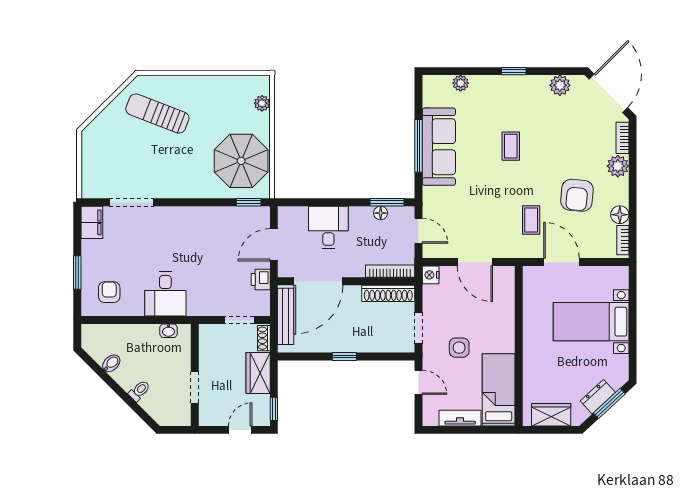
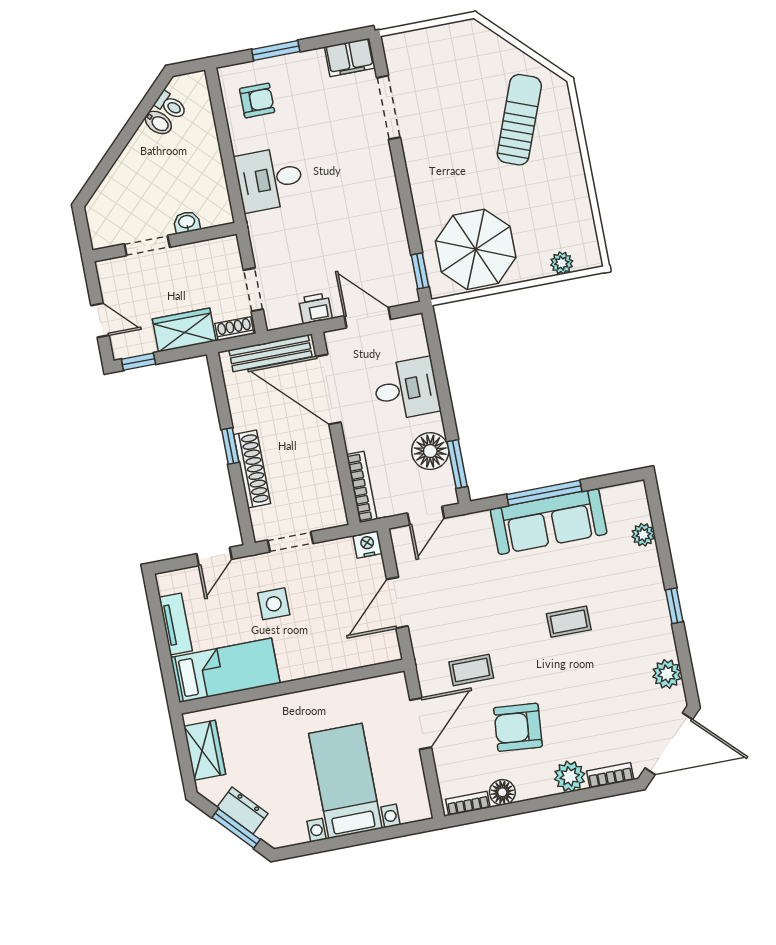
floor lamp: (381, 213) -> (430, 451), width x1.89, depth x1.89
shoe rack: (388, 293) -> (252, 469), moved, turned 180
washbasin: (168, 331) -> (187, 222), moved, turned 90
toilet: (139, 391) -> (171, 105), moved

